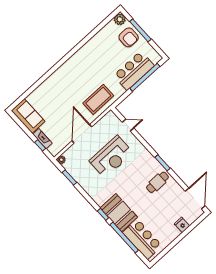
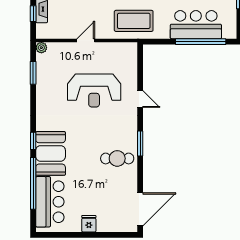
door: (128, 125) -> (140, 99), moved
door: (82, 134) -> (86, 40), width x0.53
fridge: (182, 225) -> (89, 224), moved

